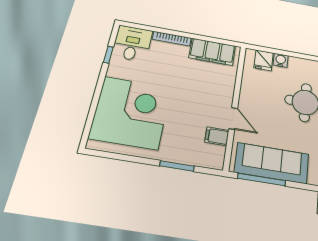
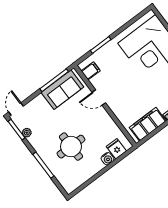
filing cabinet: (217, 136) -> (91, 71), moved
sofa: (272, 163) -> (62, 90), width x0.73

